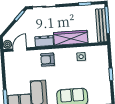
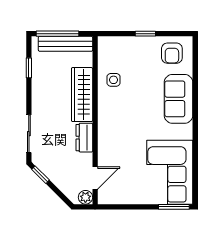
door: (20, 49) -> (95, 178), swing flipped
armchair: (48, 60) -> (172, 53), moved

